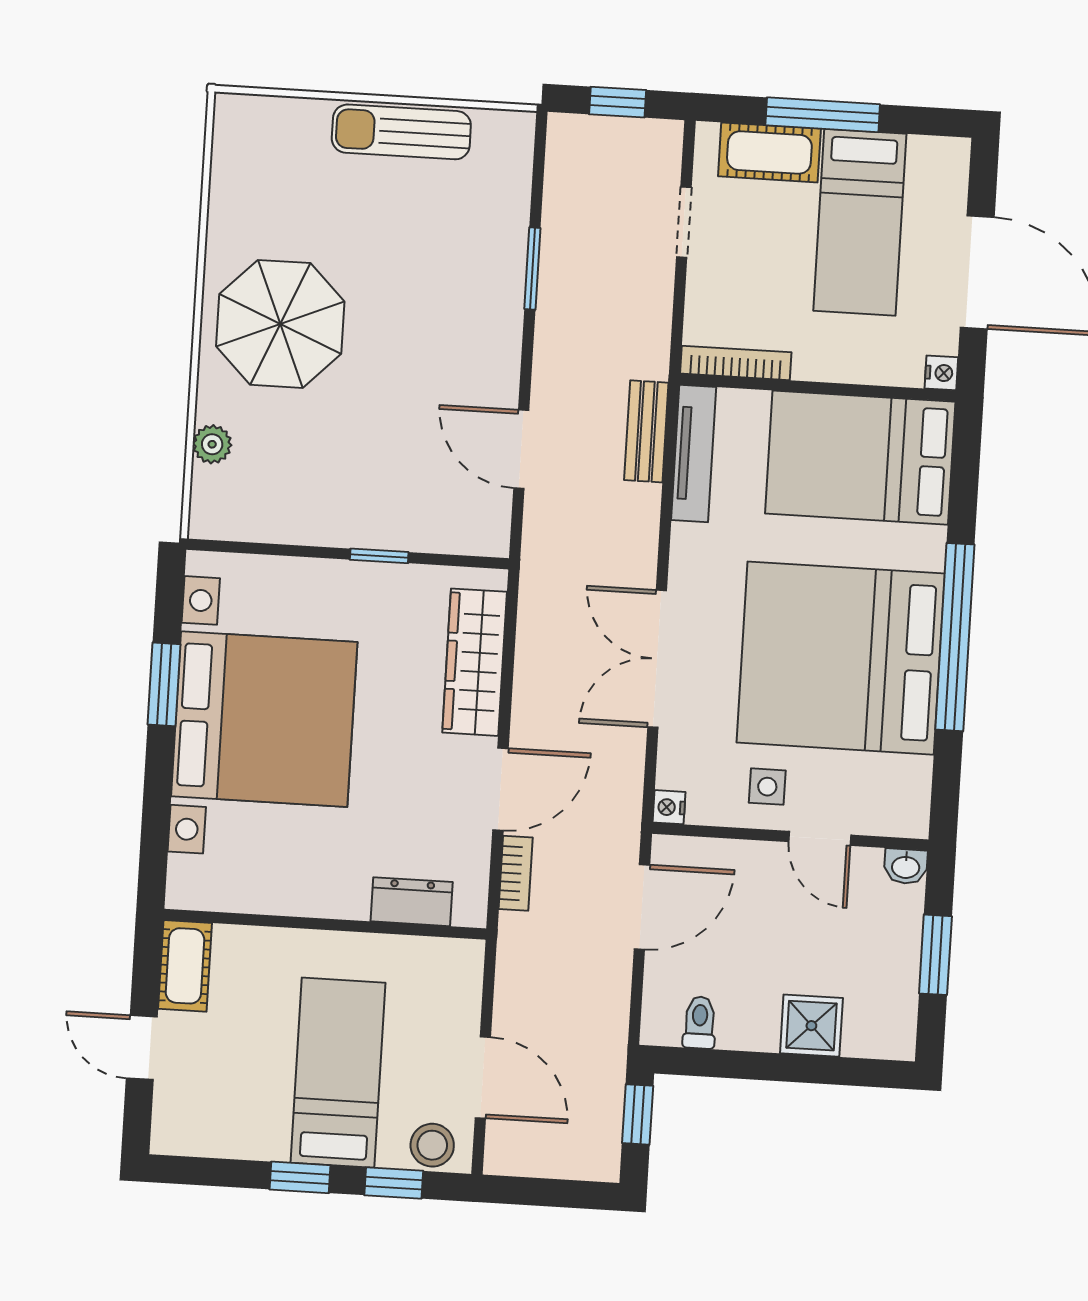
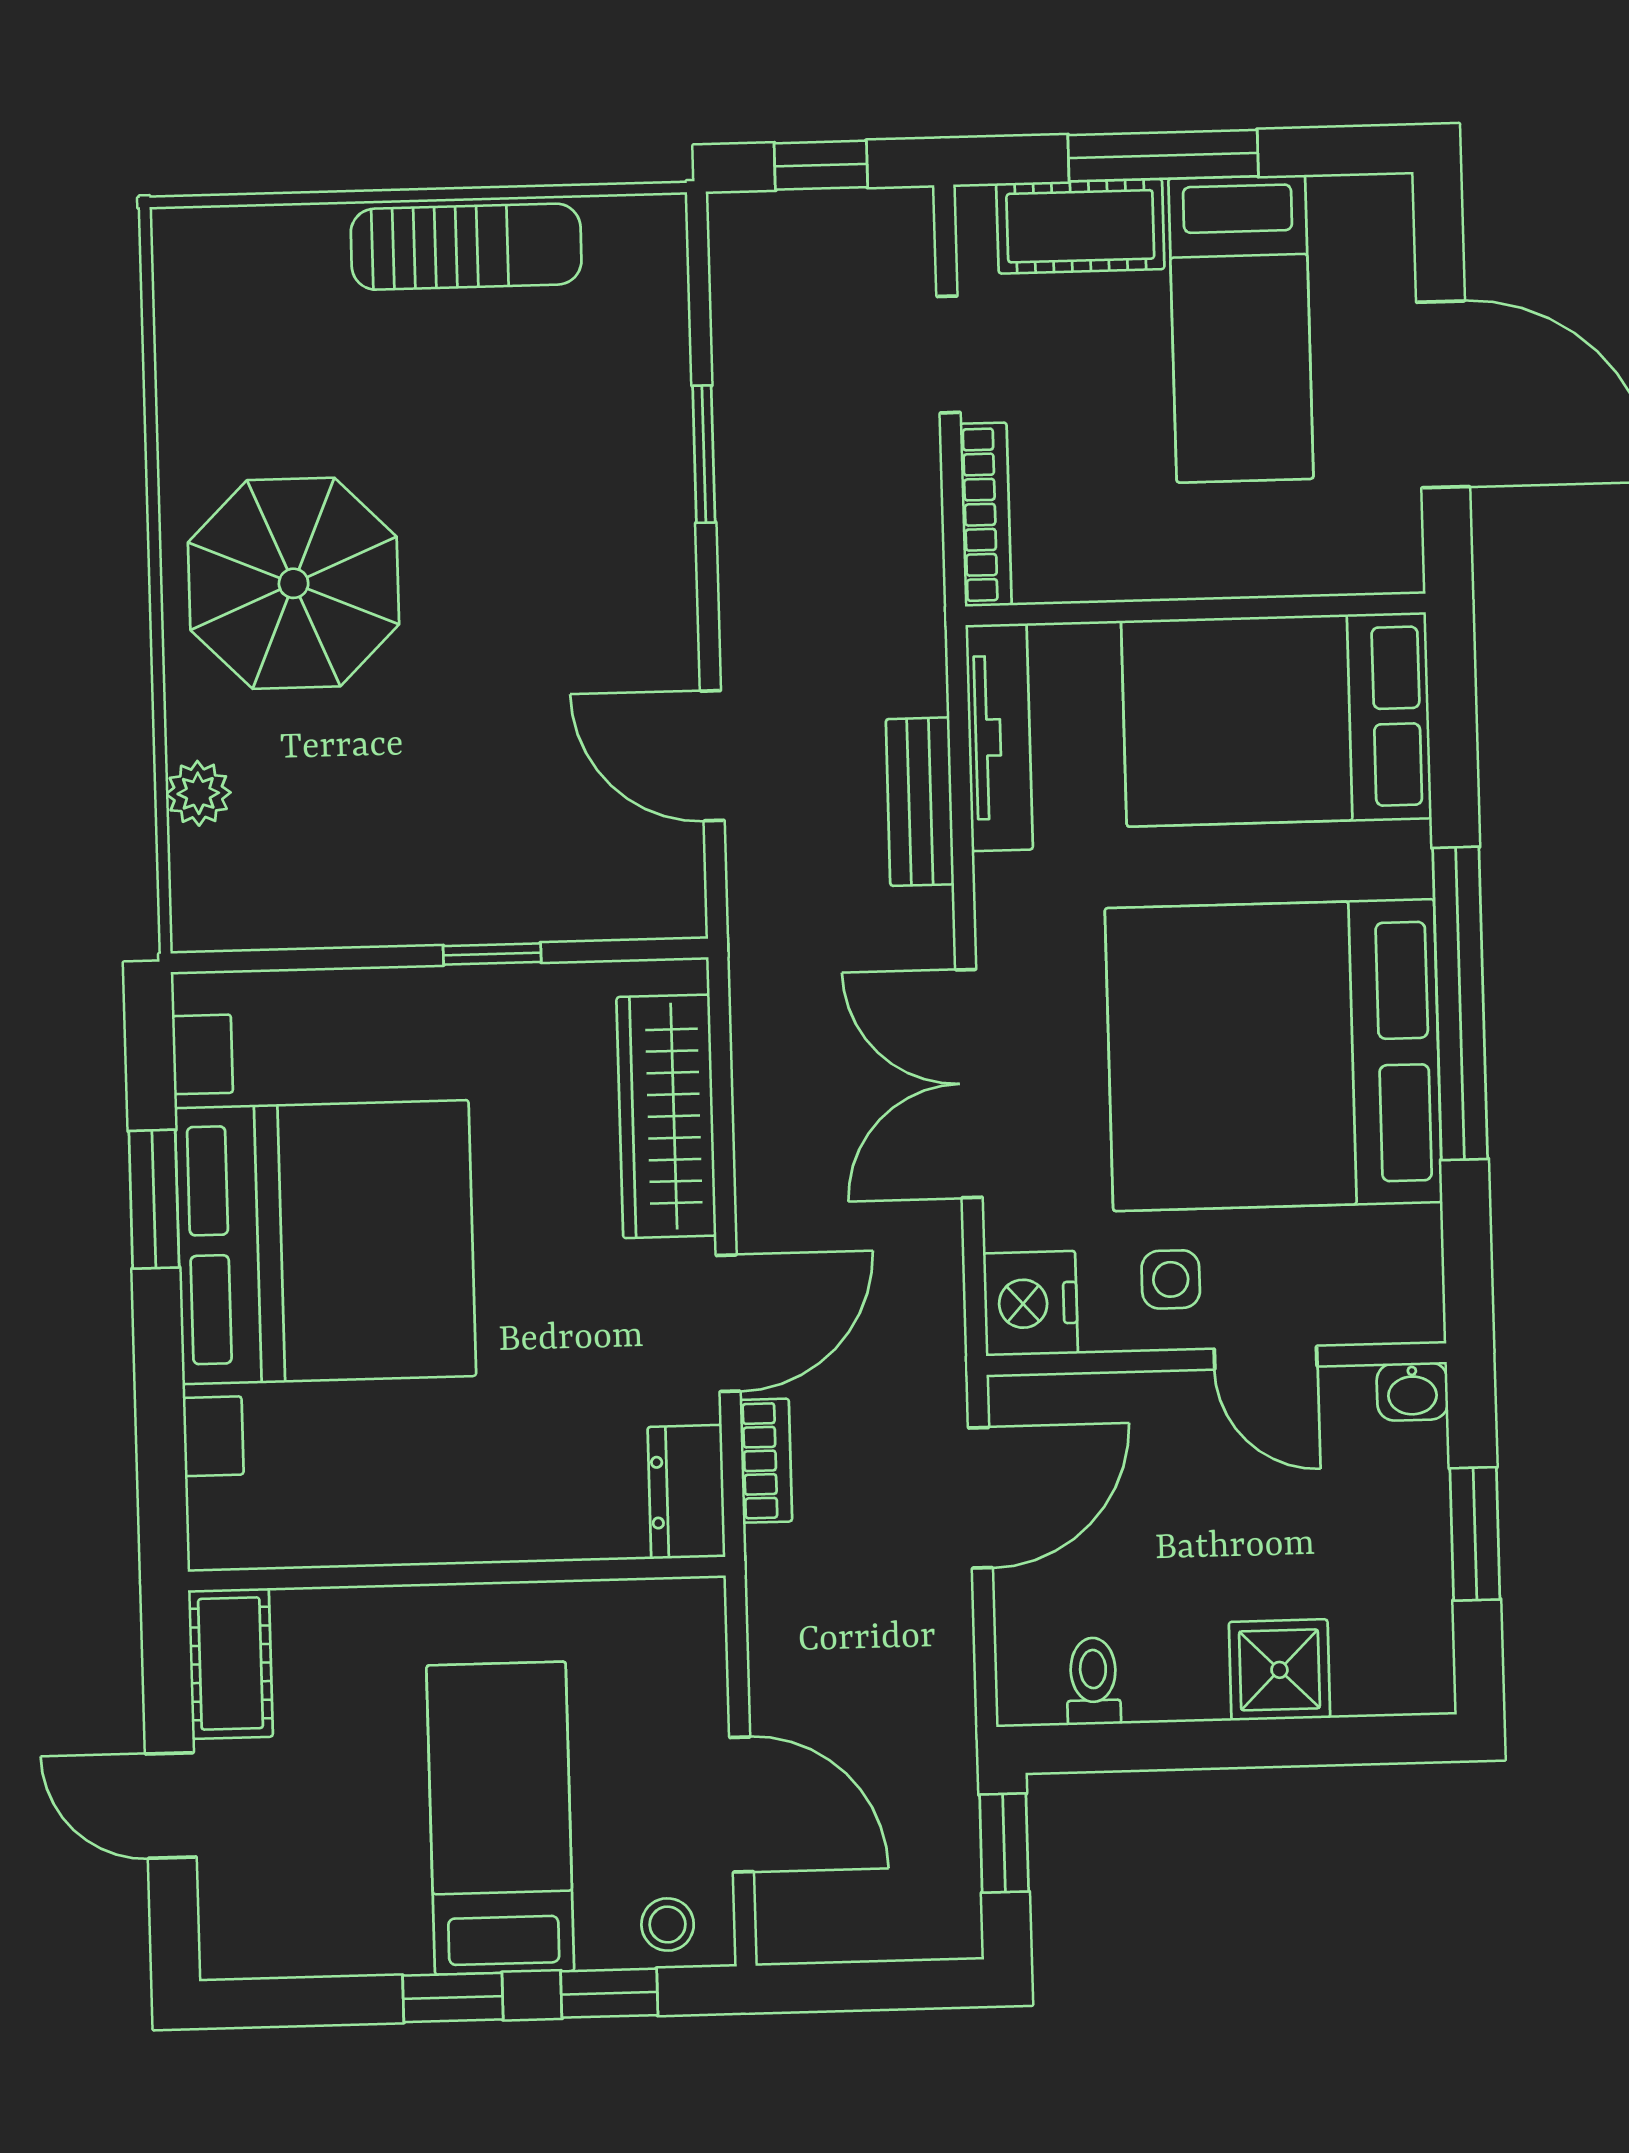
sun lounger: (401, 132) -> (466, 247), turned 180
bookcase: (736, 363) -> (986, 515), moved, turned 90
nightstand: (941, 373) -> (1398, 567), removed
bench: (646, 431) -> (920, 802), moved
nightstand: (669, 807) -> (1030, 1304), width x1.89, depth x1.79
dresser: (412, 902) -> (686, 1492), moved, turned -90
stool: (432, 1145) -> (668, 1924), width x0.73, depth x0.73

